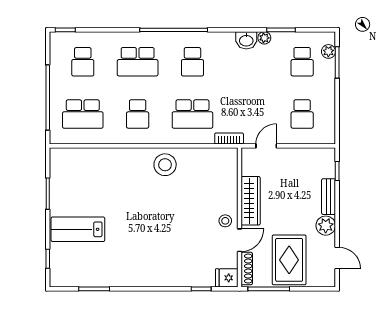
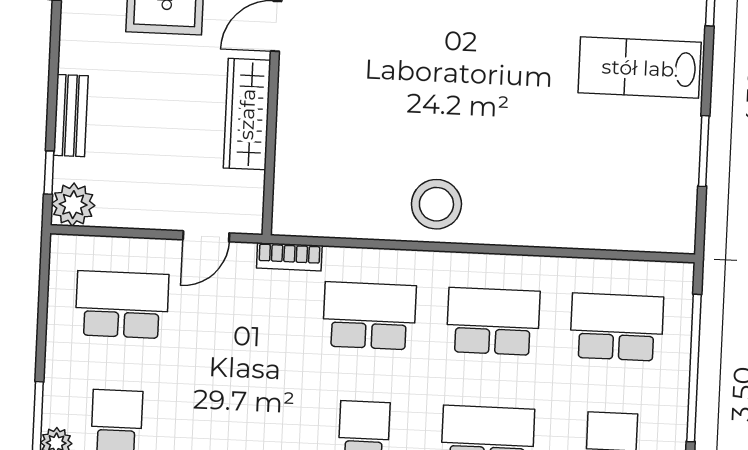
school desk: (138, 114) -> (493, 321), width x1.85
school desk: (302, 114) -> (122, 305), width x1.85
stool: (225, 221) -> (306, 71), removed
plant: (326, 226) -> (73, 205), moved
lab bench: (78, 229) -> (640, 68), turned 180

